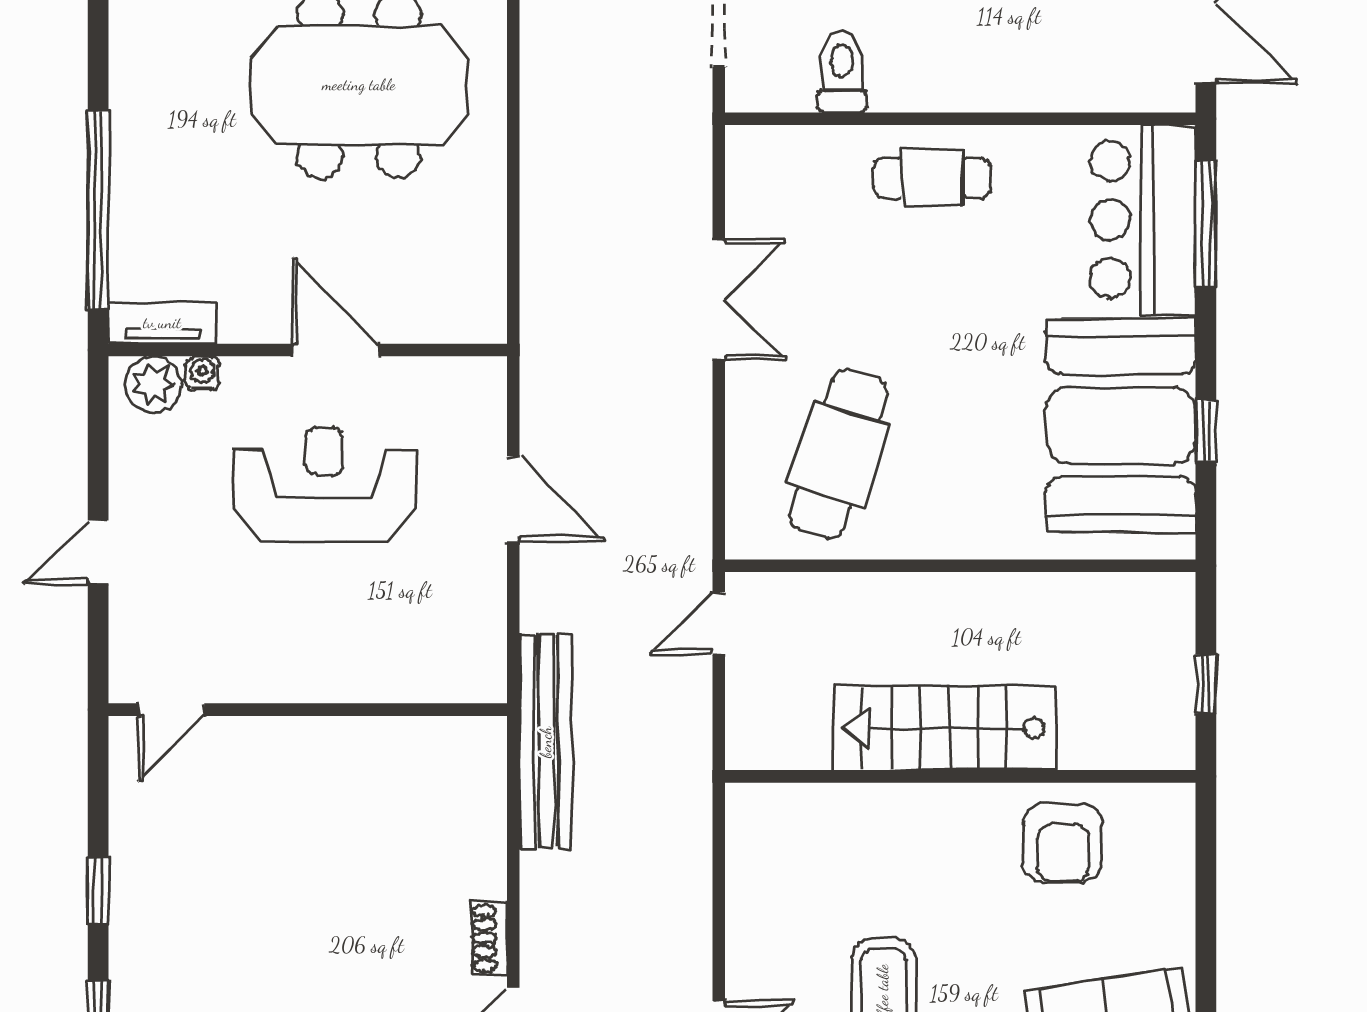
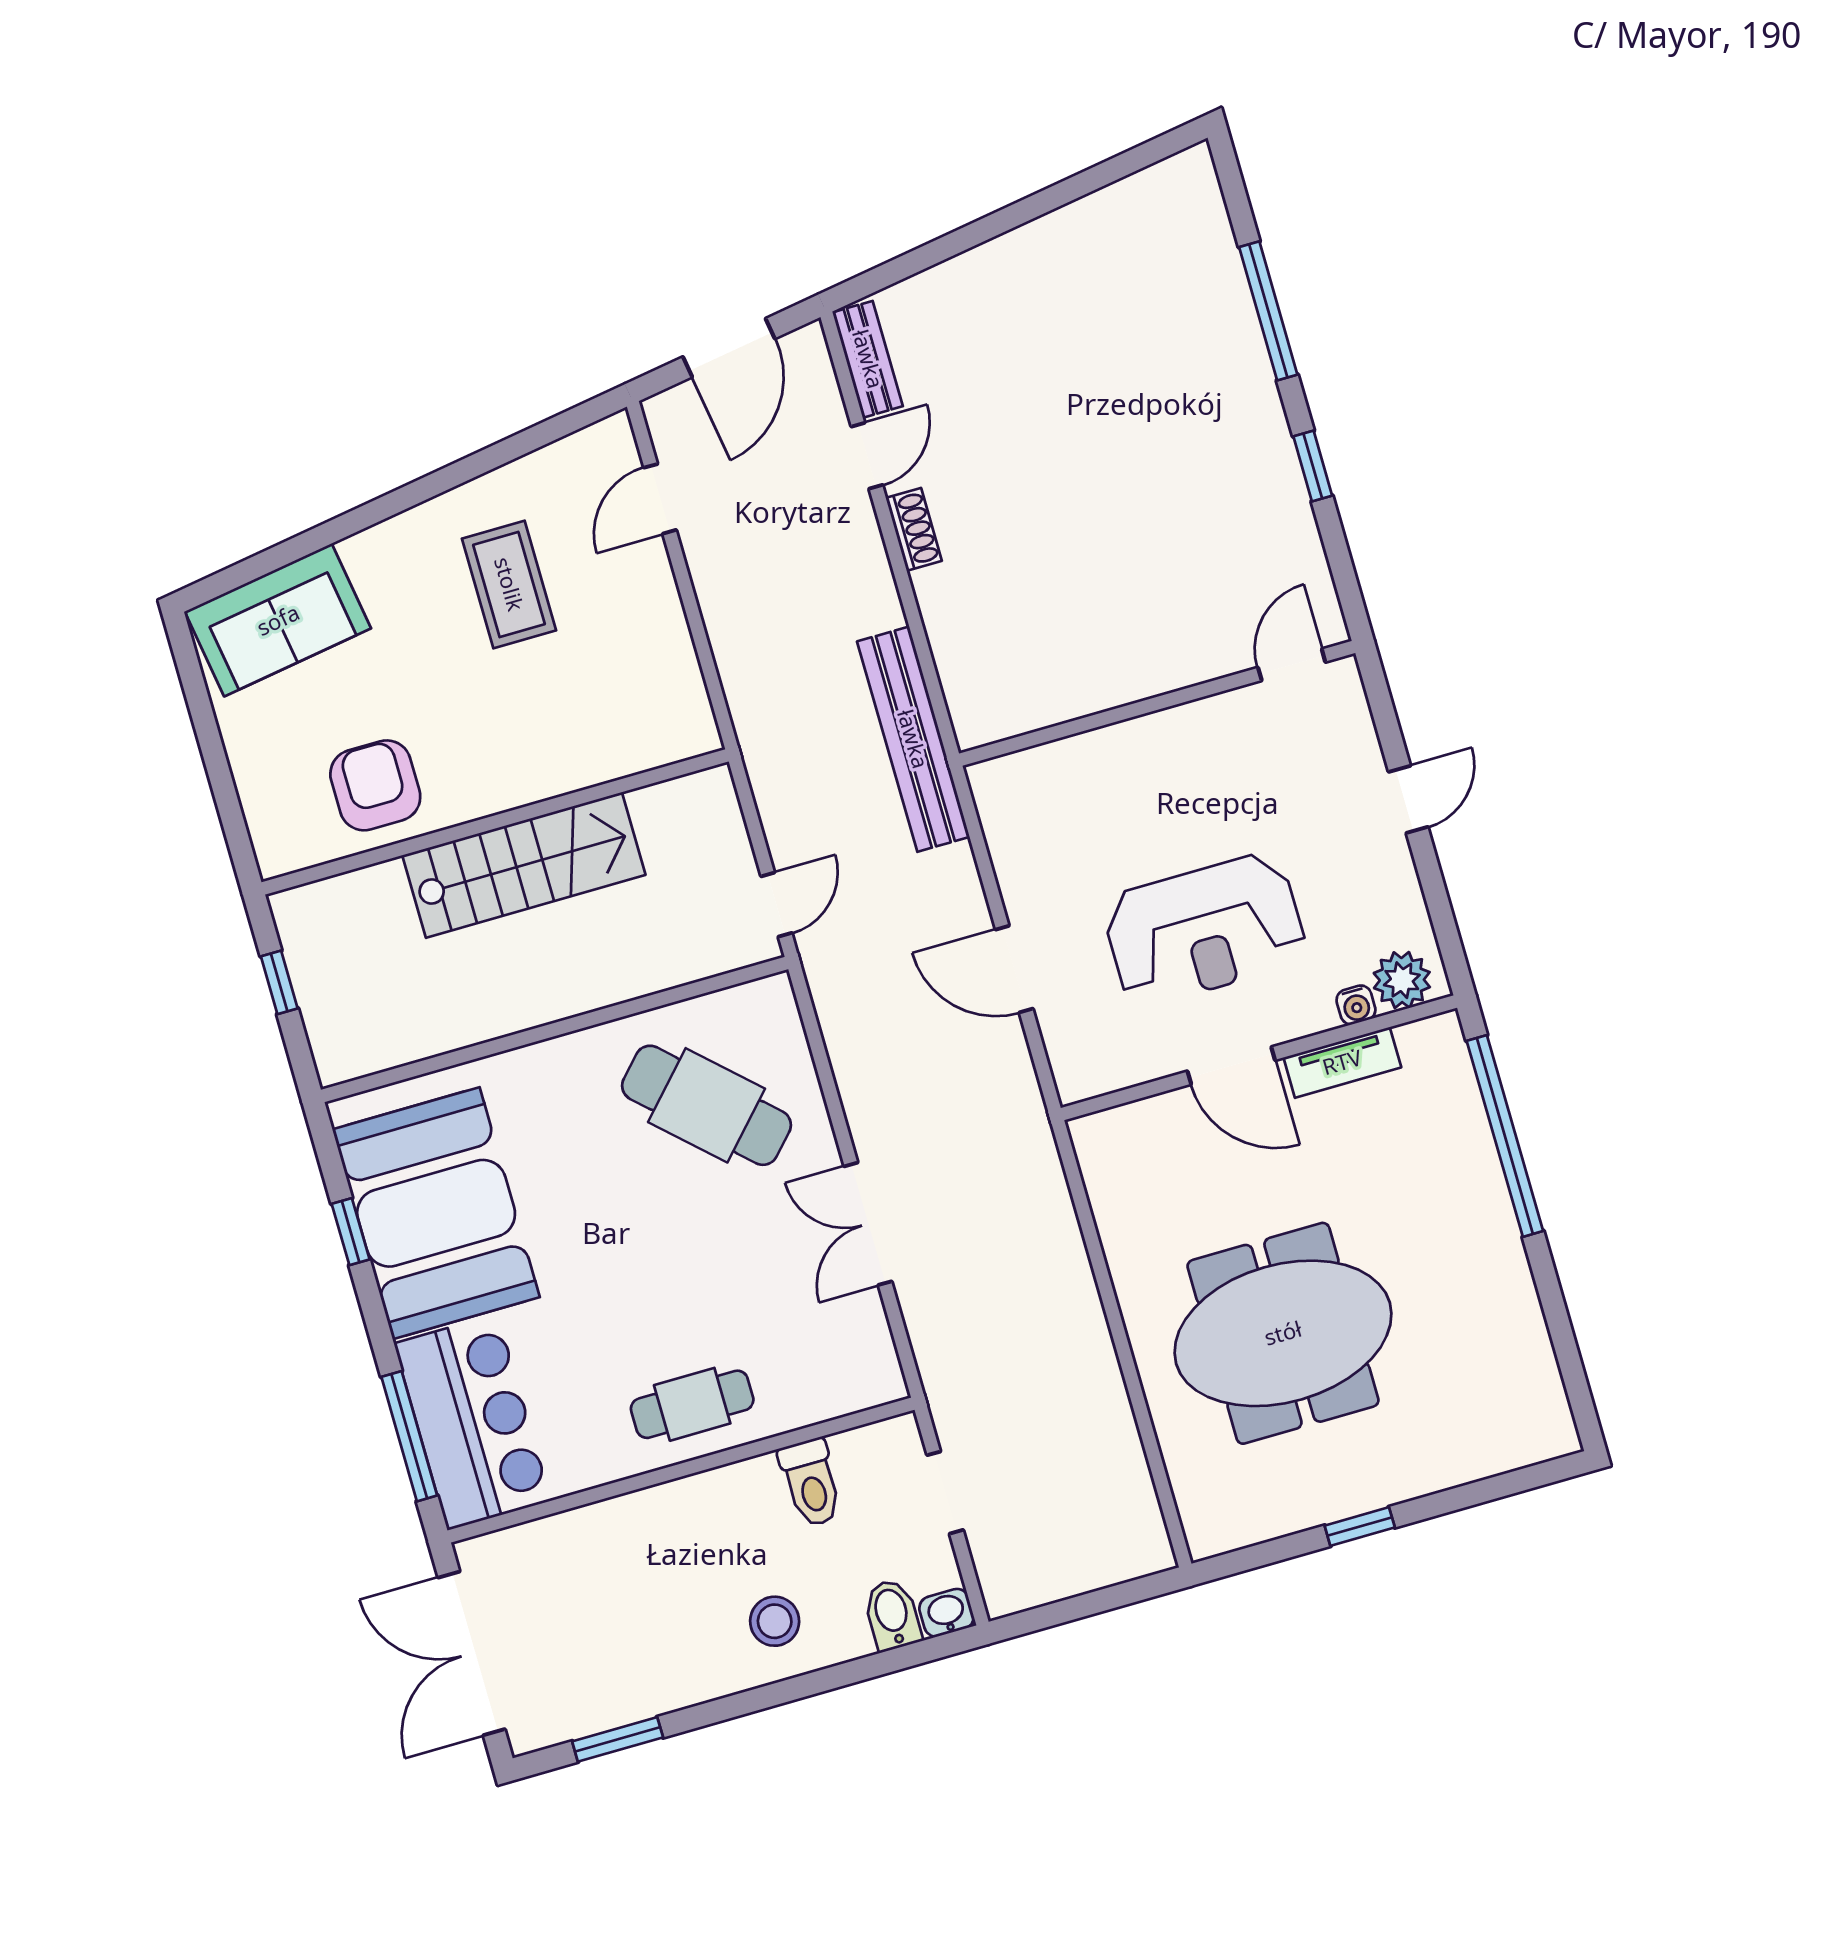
tv unit: (162, 323) -> (1342, 1062), moved
cafe table: (838, 454) -> (707, 1105), turned -65

